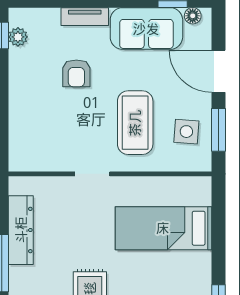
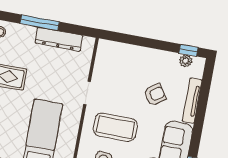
tv unit: (85, 17) -> (192, 101), width x1.41
armchair: (76, 73) -> (155, 95), turned 145

